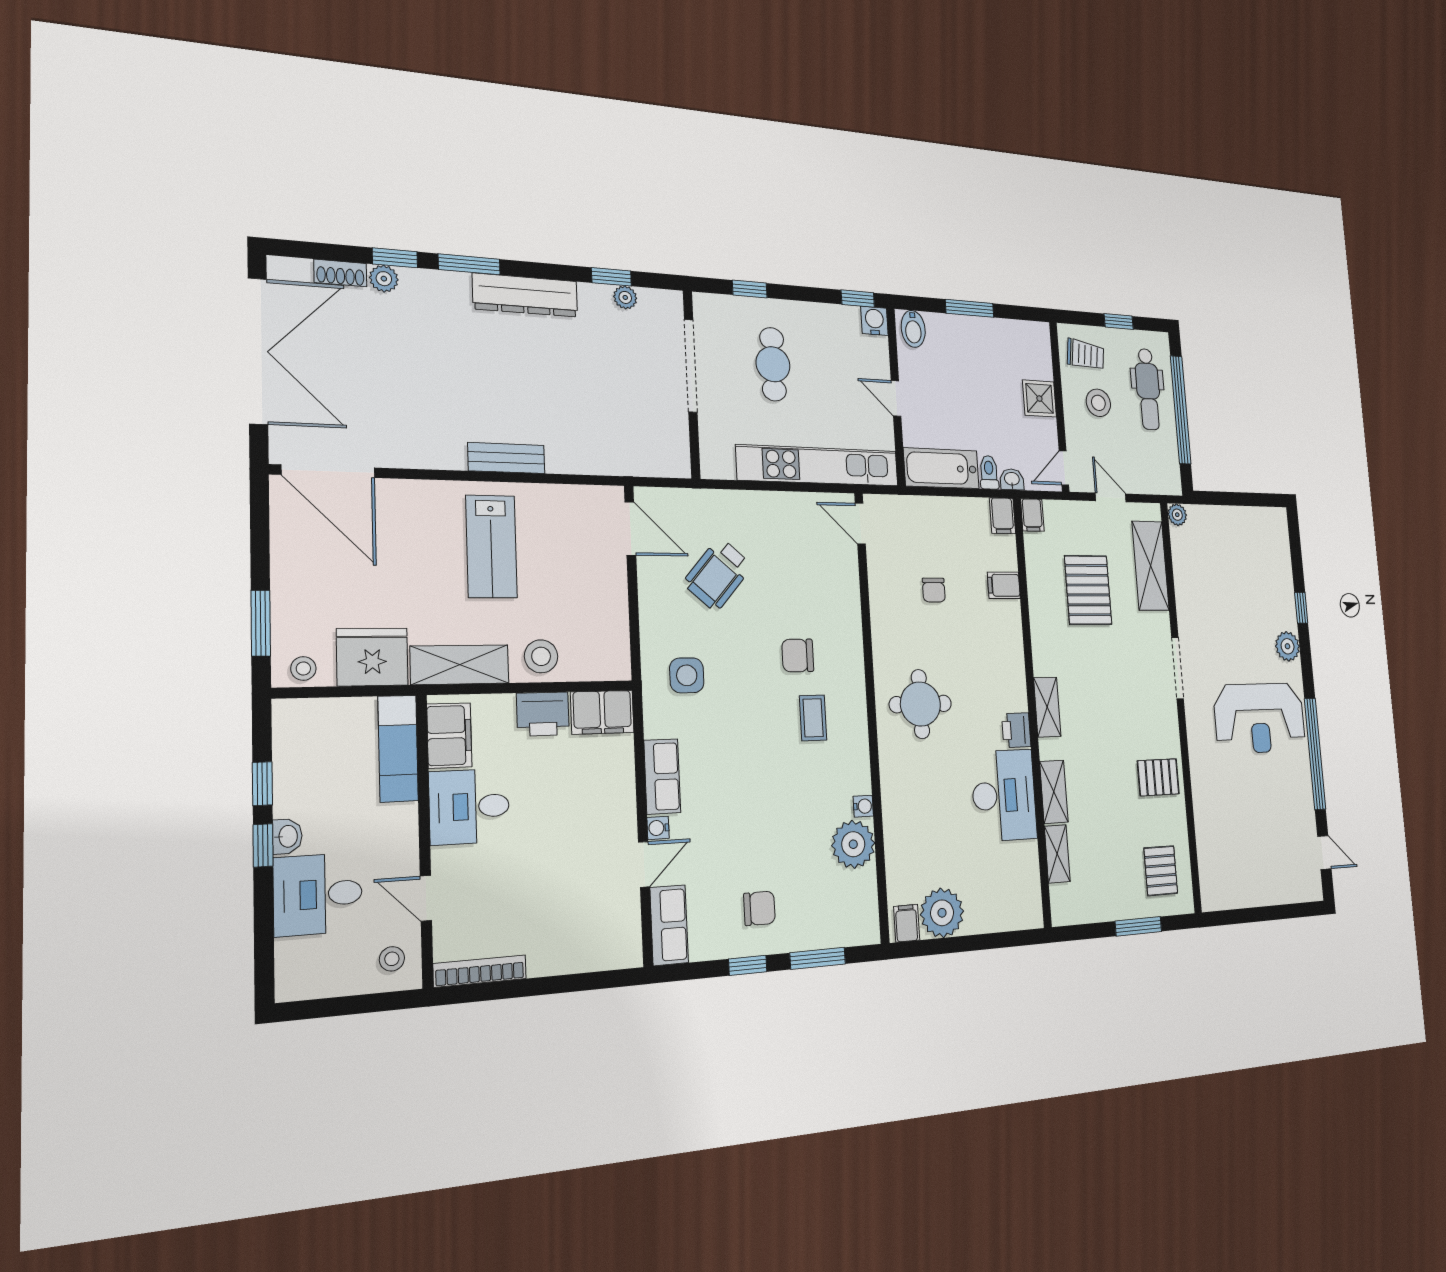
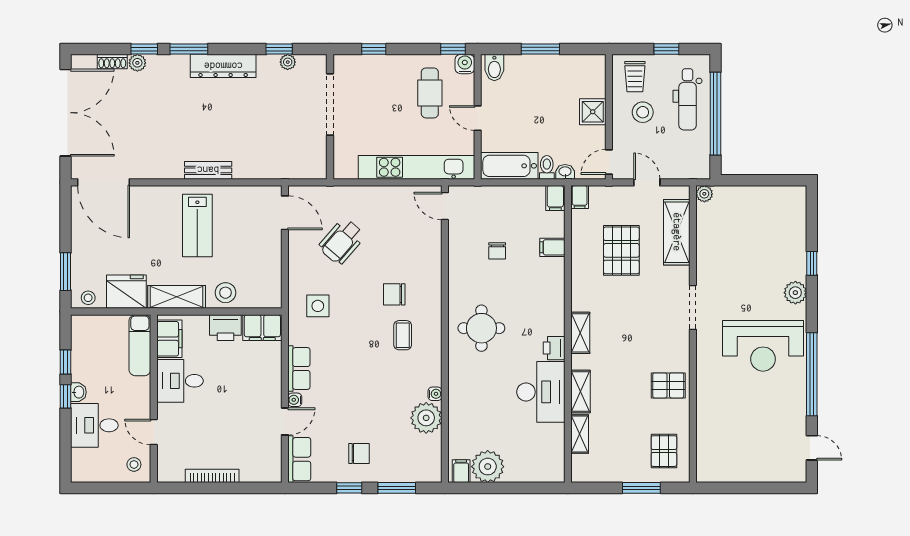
trolley: (1086, 355) -> (635, 77), turned 83
cafe table: (773, 364) -> (430, 93), moved
bookcase: (480, 971) -> (212, 476), moved

